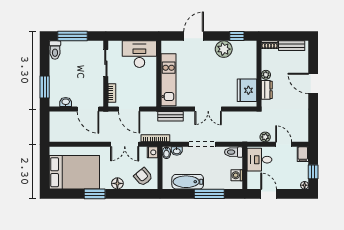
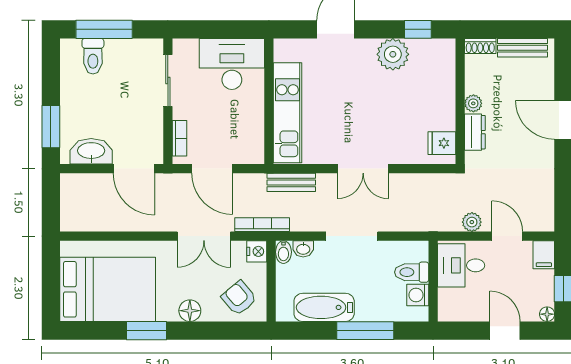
toilet: (55, 50) -> (93, 56), moved
fridge: (247, 90) -> (442, 143), width x0.53, depth x0.75
washbasin: (66, 102) -> (91, 151), width x1.91, depth x1.45
toilet: (234, 152) -> (412, 272), moved
door: (269, 194) -> (505, 331), moved

